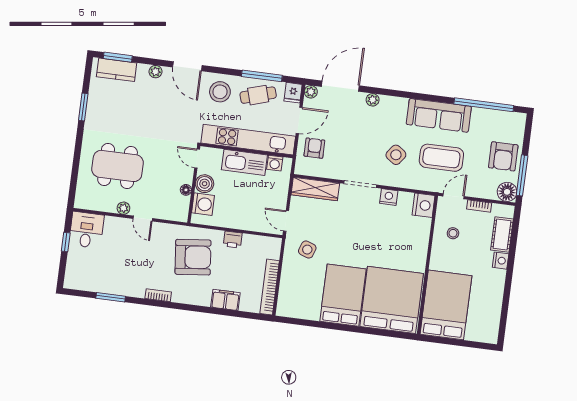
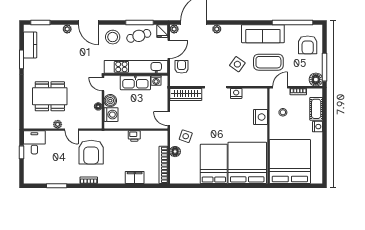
kitchen counter: (117, 70) -> (30, 45), moved, turned -90
armchair: (503, 156) -> (308, 45), moved
nightstand: (423, 205) -> (260, 117), moved
armchair: (193, 257) -> (91, 152), moved, turned 96
floor lamp: (289, 270) -> (175, 152), added
bed: (446, 305) -> (290, 162), width x1.36

